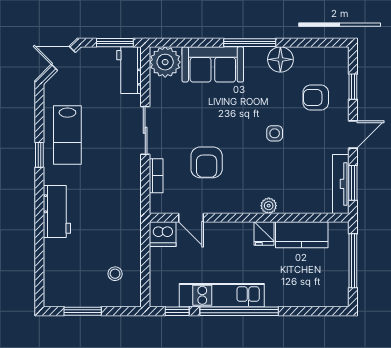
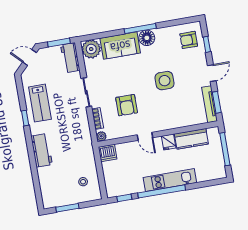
floor lamp: (280, 59) -> (147, 38), moved
armchair: (316, 98) -> (189, 40), moved
side table: (275, 133) -> (165, 81), width x1.87, depth x1.87
plant: (269, 206) -> (101, 136), moved
door: (191, 218) -> (145, 136), moved
kitchen unit: (222, 295) -> (170, 180), moved

